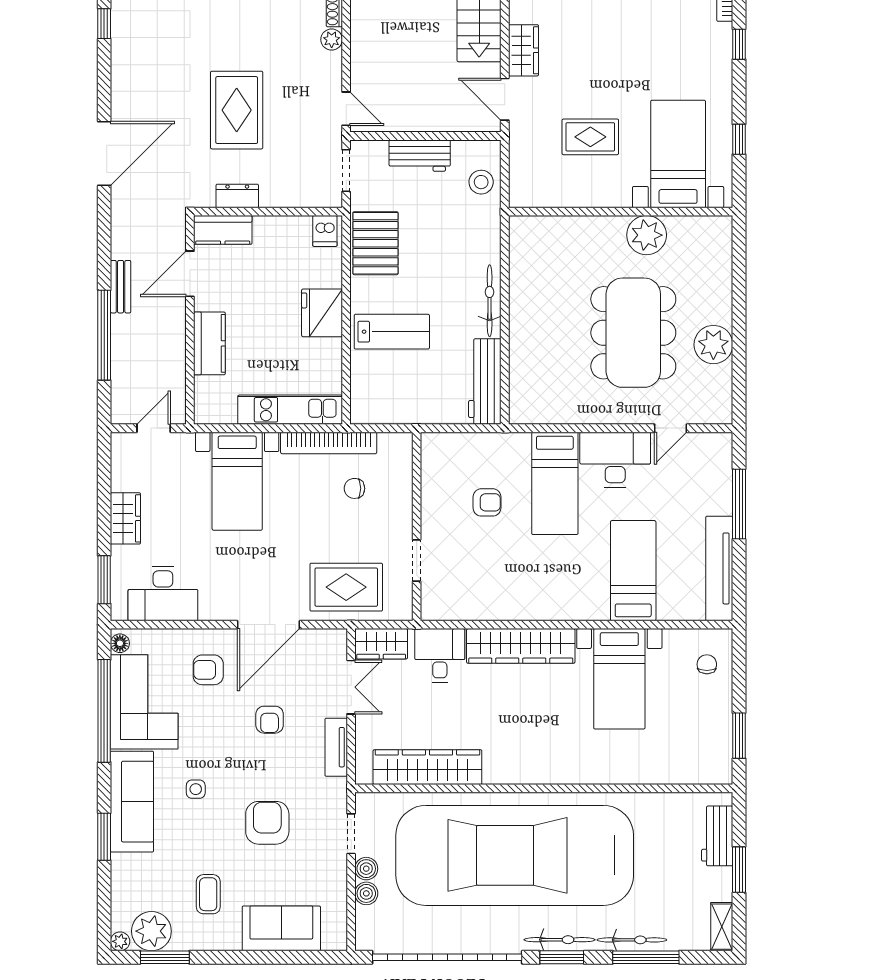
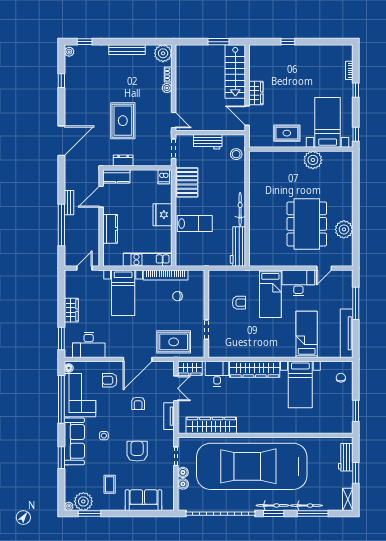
bed with nightstands: (678, 154) -> (328, 122), moved
wall: (621, 212) -> (301, 149), moved
plant: (647, 235) -> (313, 160), moved

